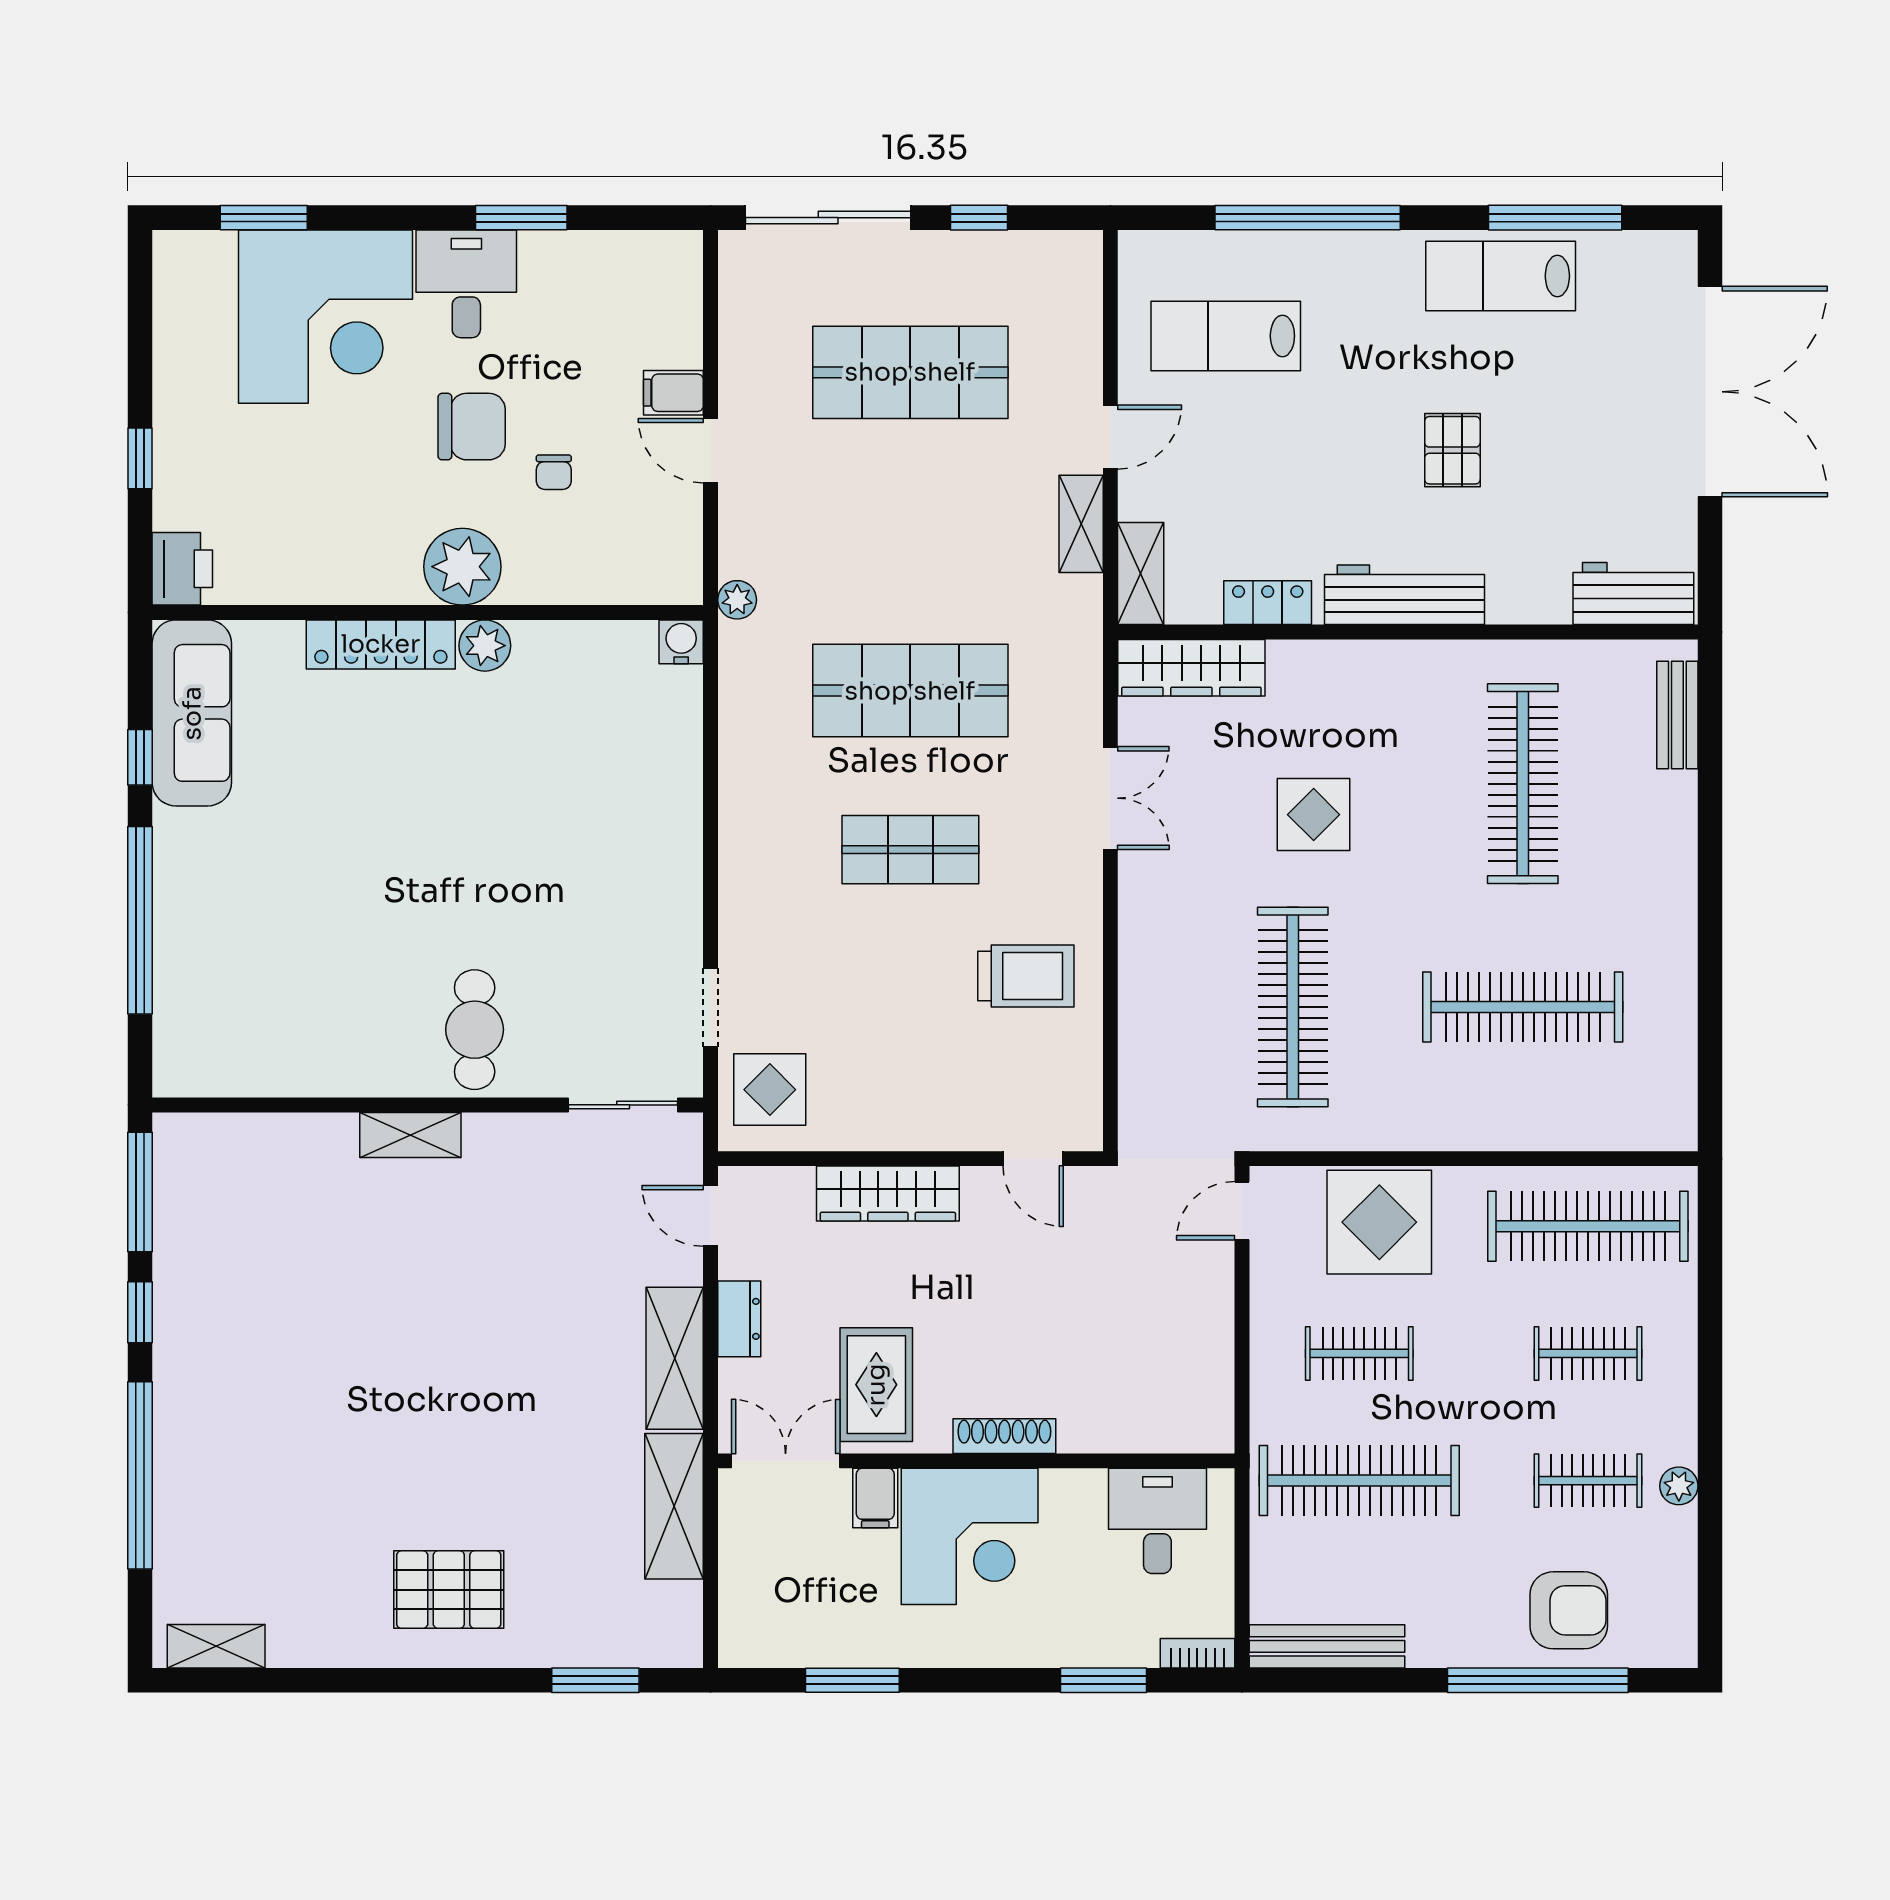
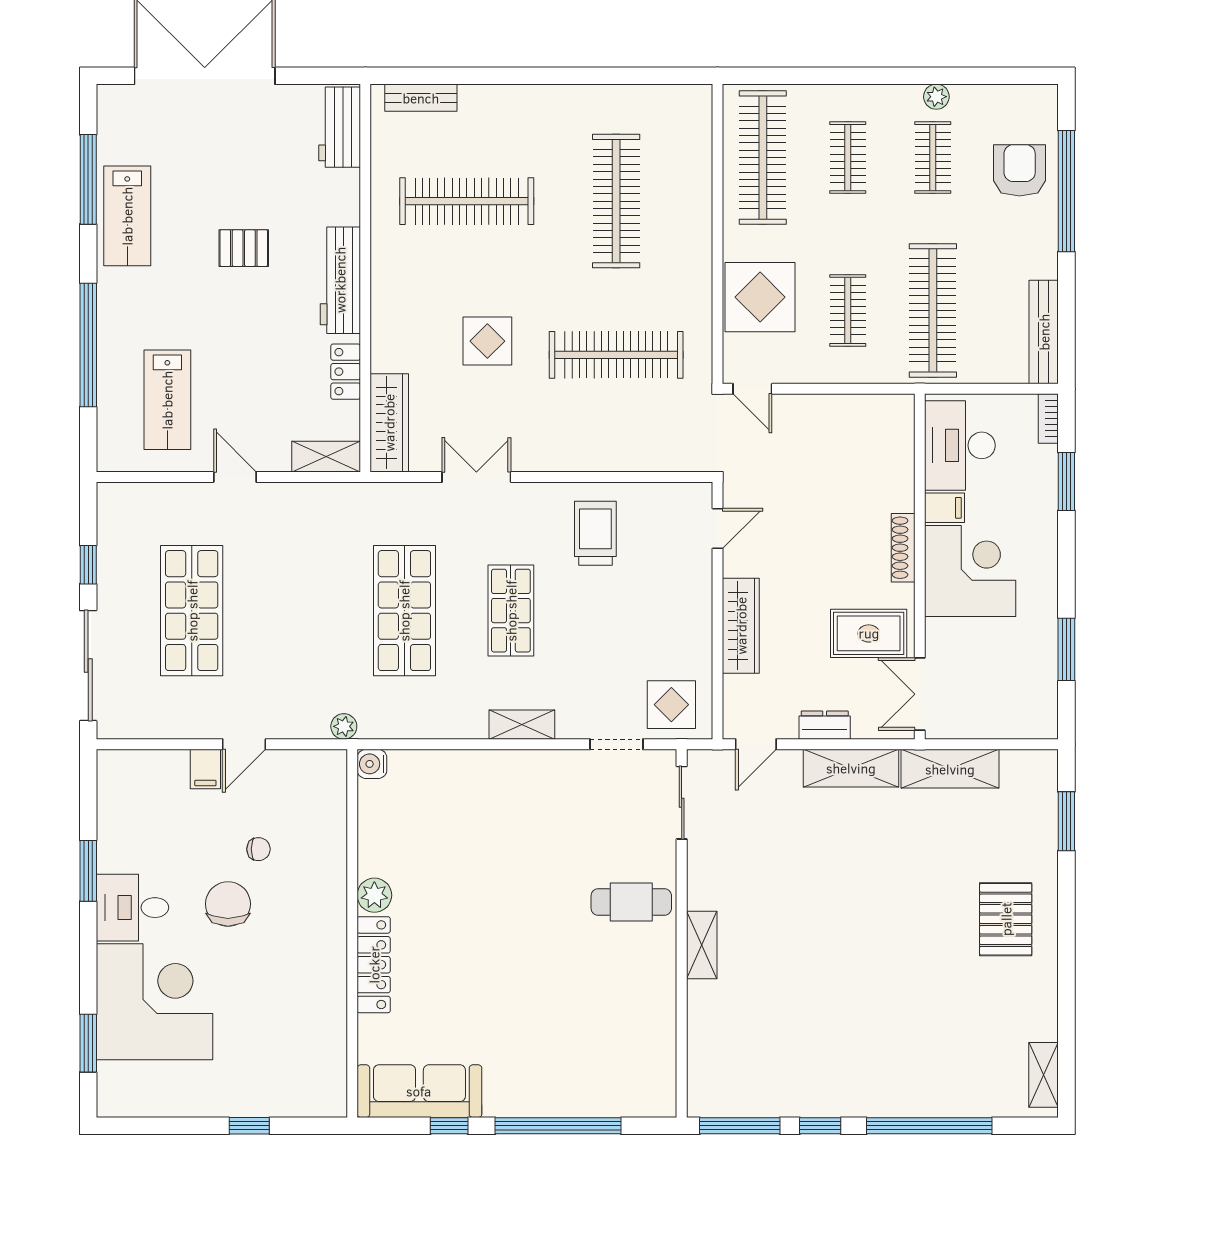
shelving: (1081, 524) -> (522, 725), moved
plant: (462, 567) -> (322, 910), removed
printer: (182, 569) -> (323, 1097), removed
filing cabinet: (875, 1498) -> (944, 508), moved
desk: (1157, 1521) -> (960, 445), width x1.37

